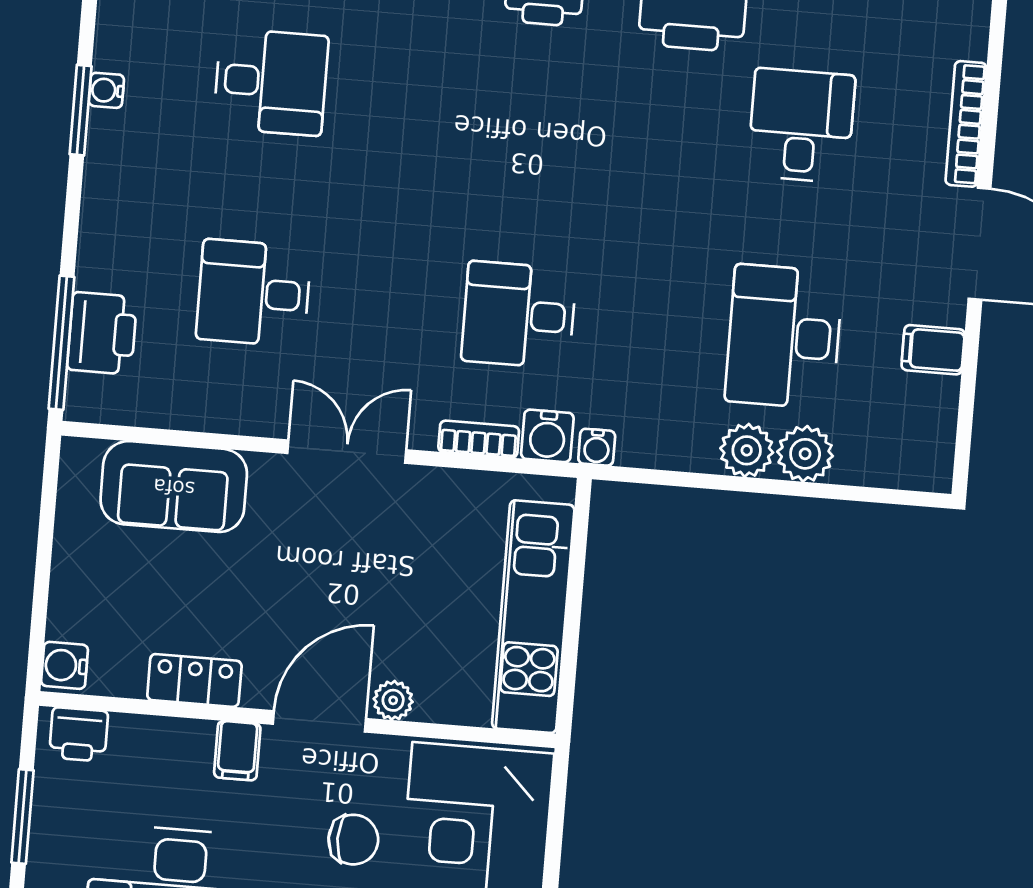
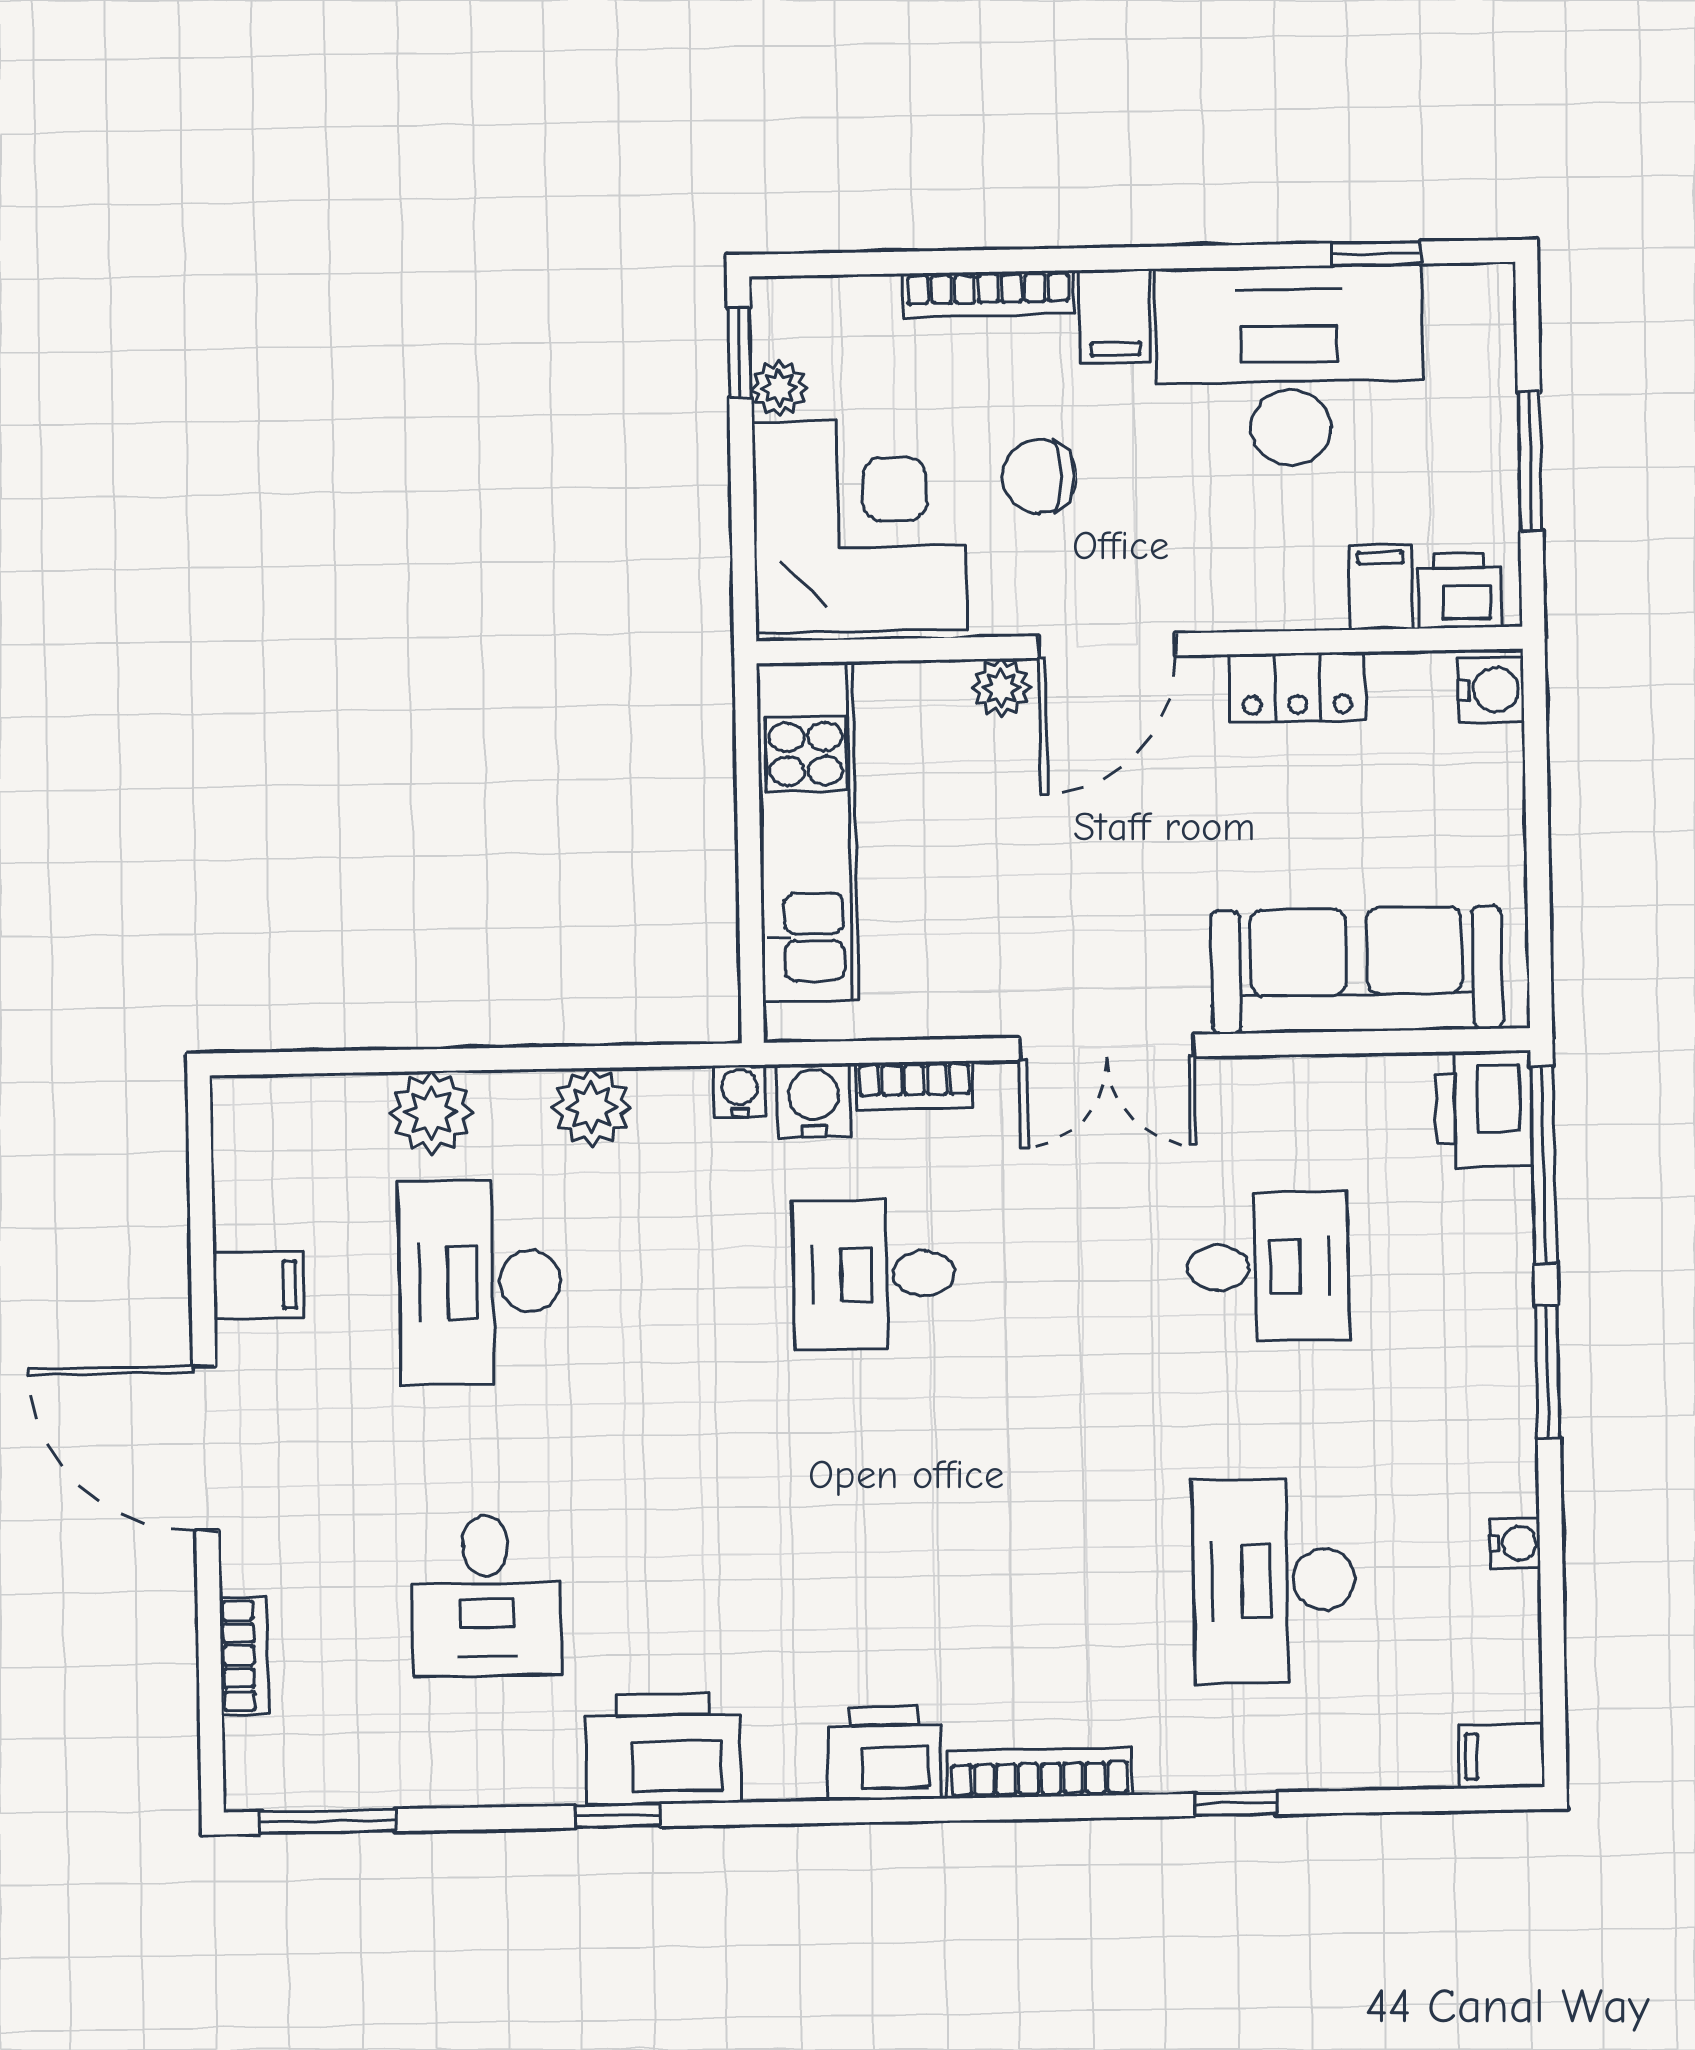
desk: (271, 82) -> (1274, 1581), width x1.37
window: (81, 110) -> (1548, 1372), moved
bookcase: (966, 124) -> (244, 1656), width x0.64
desk: (519, 315) -> (874, 1274), turned 180
printer: (102, 333) -> (1484, 1109), moved
desk: (784, 337) -> (480, 1282), turned 180
plant: (747, 450) -> (592, 1107), moved
sofa: (174, 487) -> (1357, 970), width x1.36
filing cabinet: (237, 751) -> (1381, 587), moved

